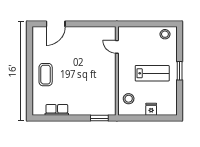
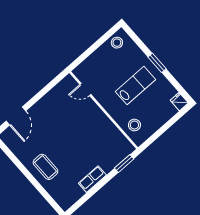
fridge: (151, 109) -> (179, 102), moved
row of seats: (57, 110) -> (92, 179), moved

